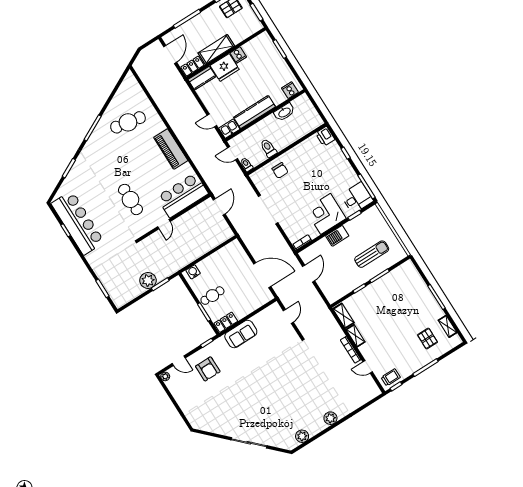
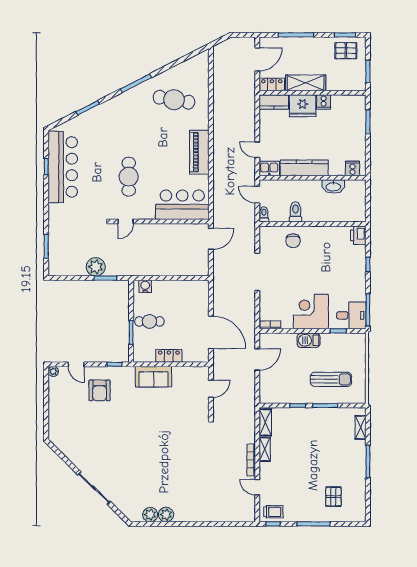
door: (164, 224) -> (126, 221), moved
locker: (226, 322) -> (169, 356), moved
shelving: (448, 326) -> (361, 427), moved
plant: (330, 418) -> (166, 515), moved

